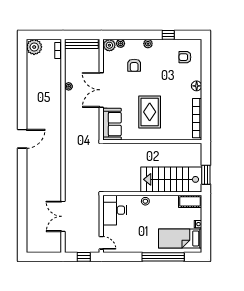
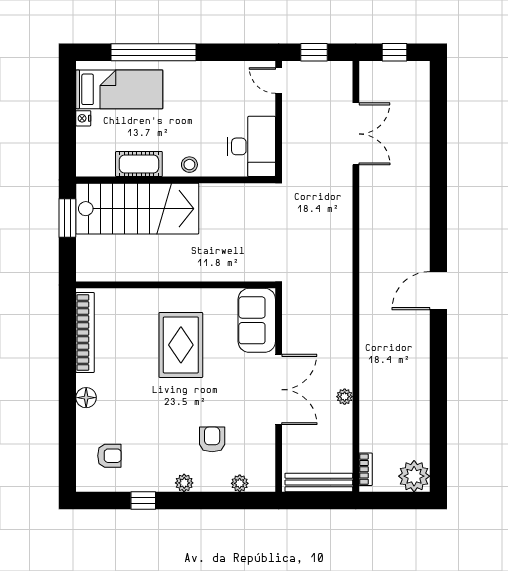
plant: (109, 45) -> (262, 480), removed
cot: (190, 201) -> (139, 164), moved
window: (44, 257) -> (395, 52), added

